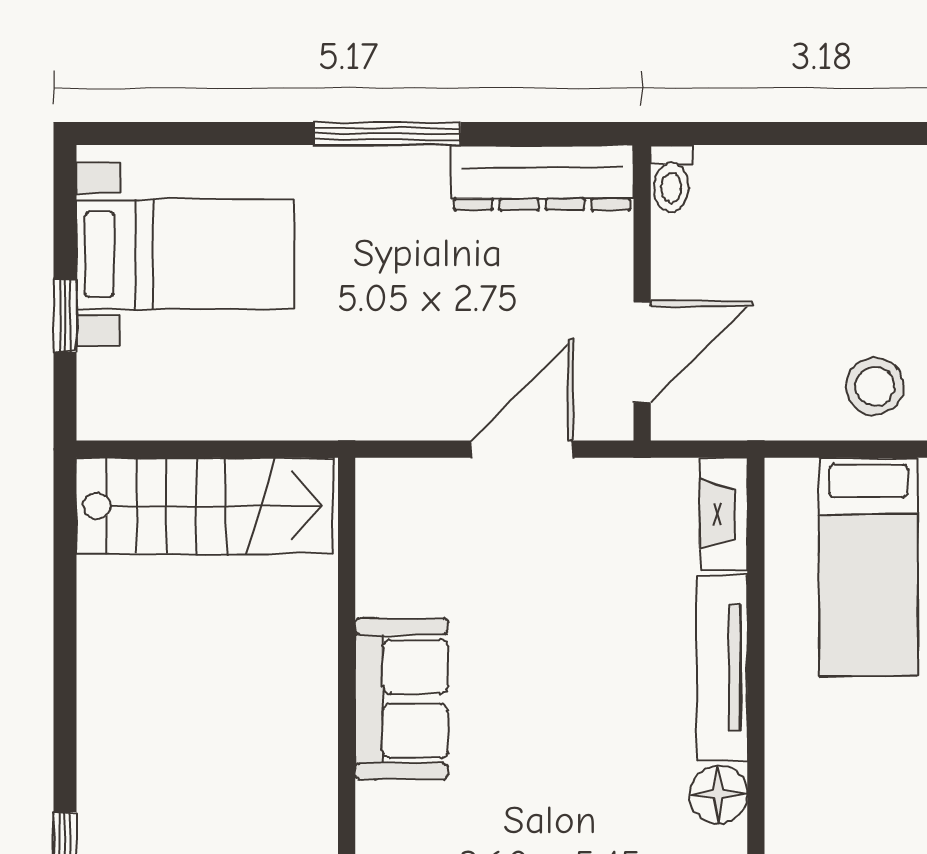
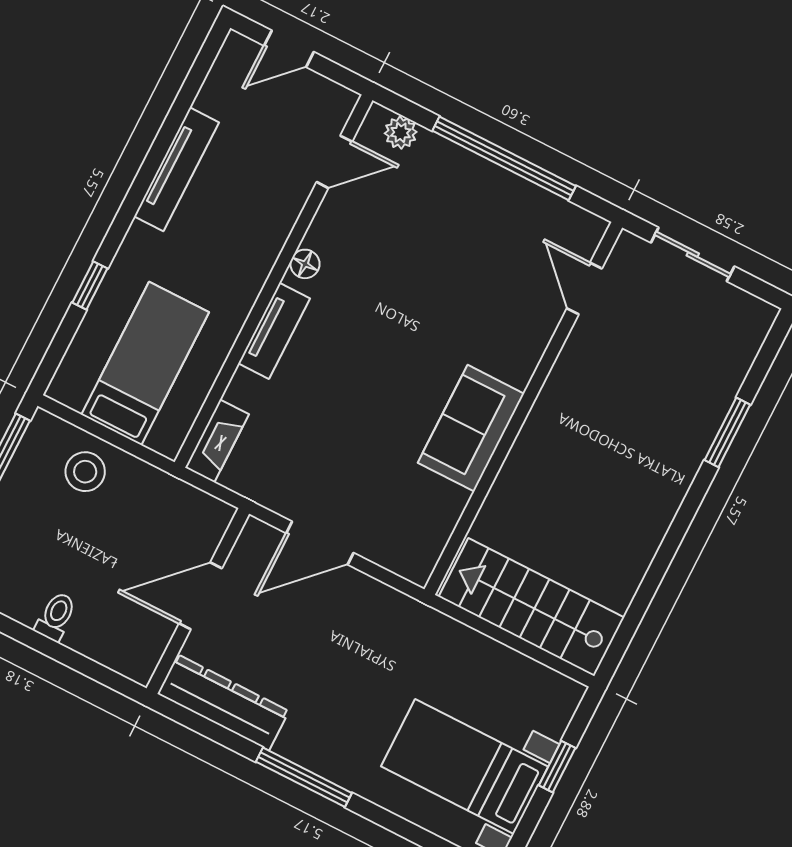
toilet: (671, 179) -> (56, 616), moved
door: (642, 352) -> (201, 596), moved
tv unit: (722, 668) -> (274, 331), width x0.71
floor lamp: (718, 795) -> (305, 264), width x0.73, depth x0.73

